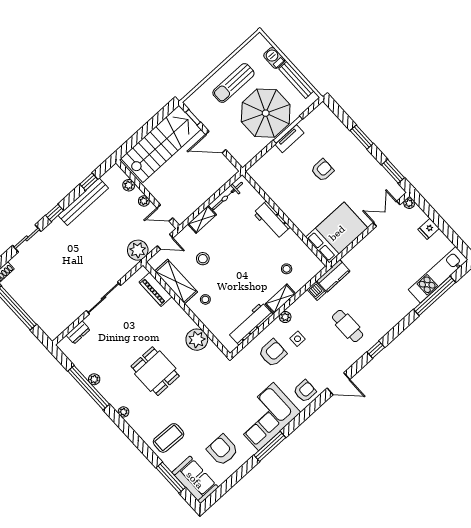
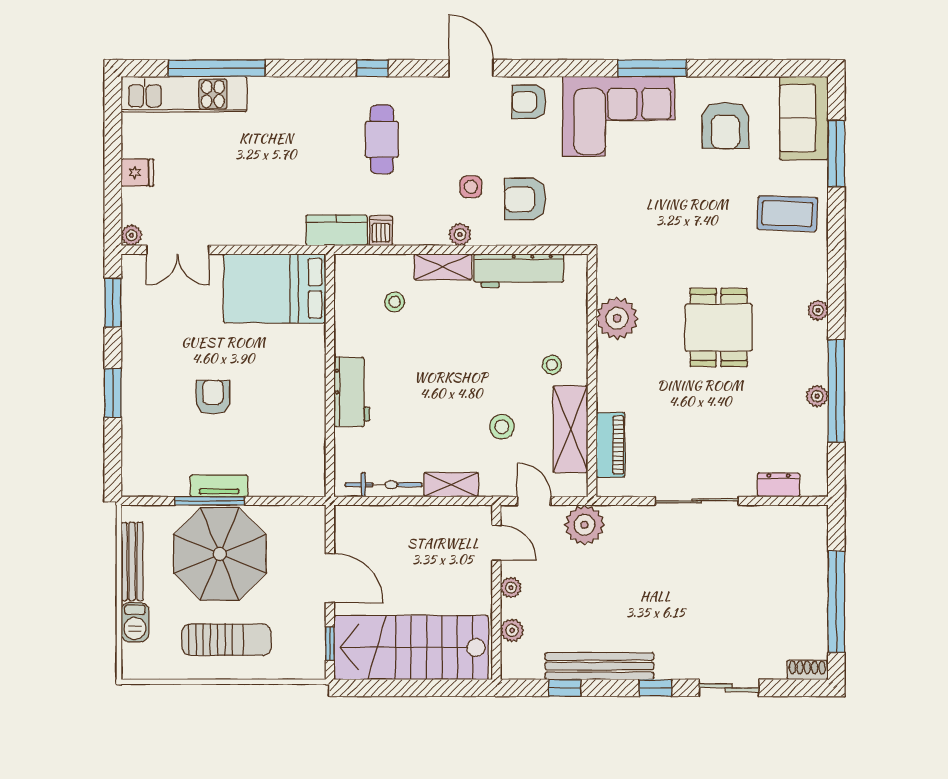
armchair: (322, 170) -> (213, 397), turned 90

